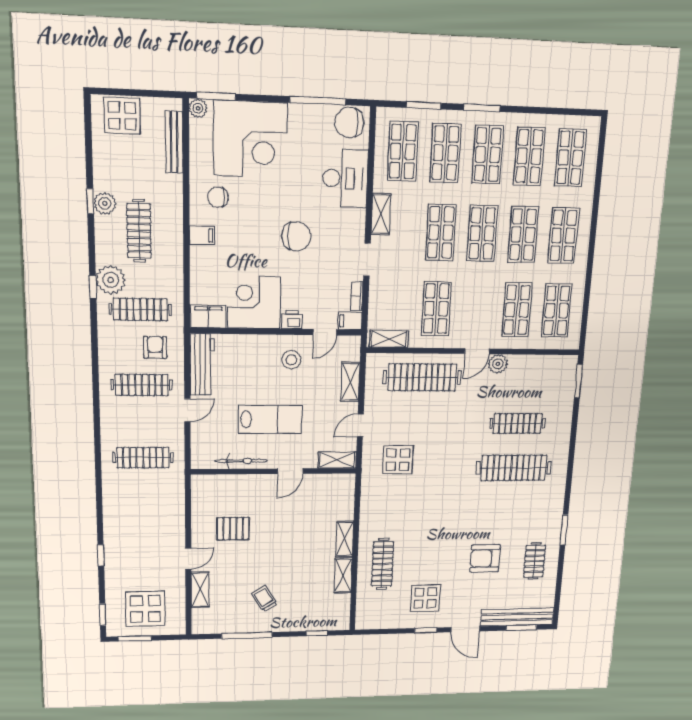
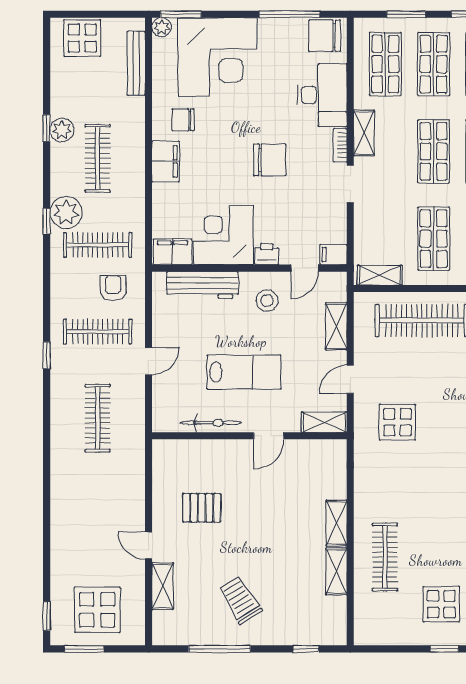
filing cabinet: (202, 235) -> (166, 161), width x2.00
bookcase: (357, 296) -> (340, 145), moved
workbench: (202, 365) -> (202, 285), moved, turned 90
clothes rail: (143, 458) -> (98, 418), turned 90
window: (101, 555) -> (47, 355), moved
door: (188, 559) -> (149, 545), swing flipped
trolley: (264, 599) -> (240, 600), width x1.36, depth x1.39

